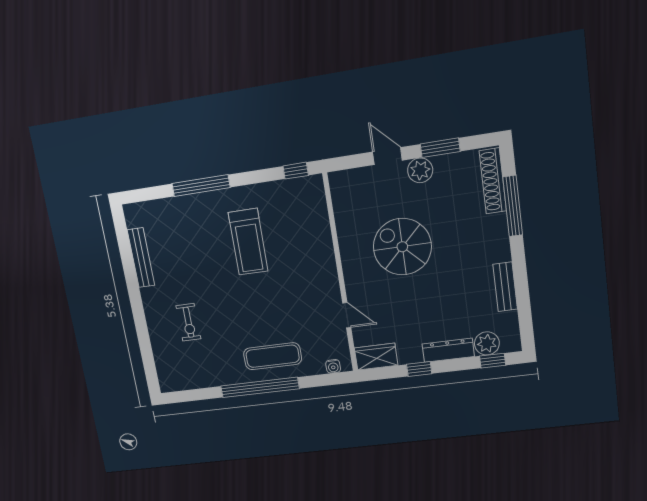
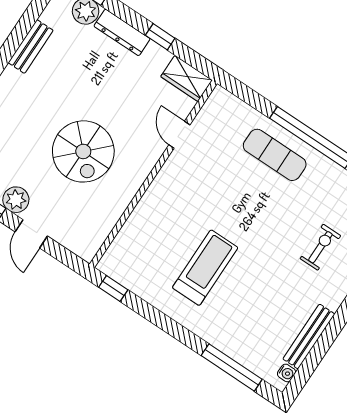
window: (201, 186) -> (232, 367), moved
water cooler: (333, 366) -> (286, 373), moved, turned 90

